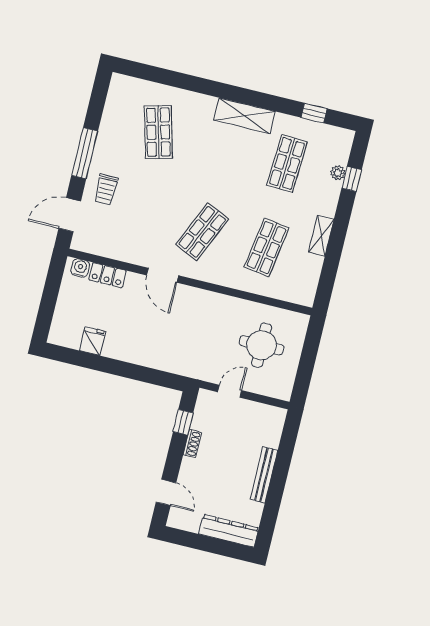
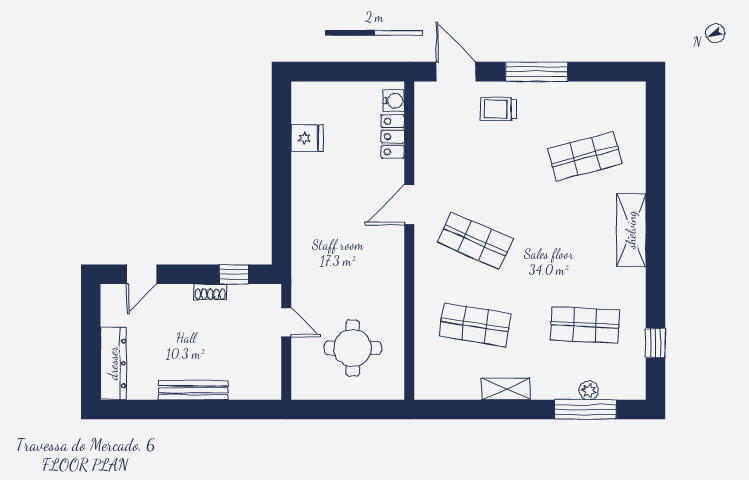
shelving: (244, 116) -> (631, 230), moved
window: (352, 179) -> (585, 409), width x2.17

